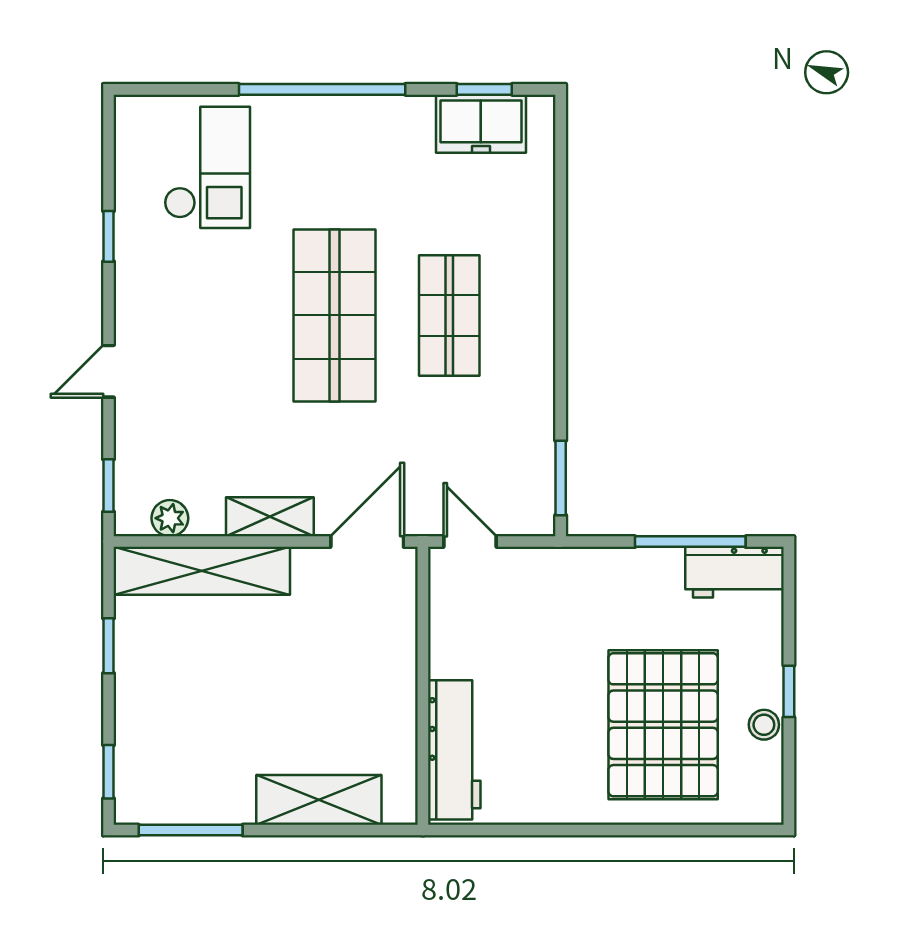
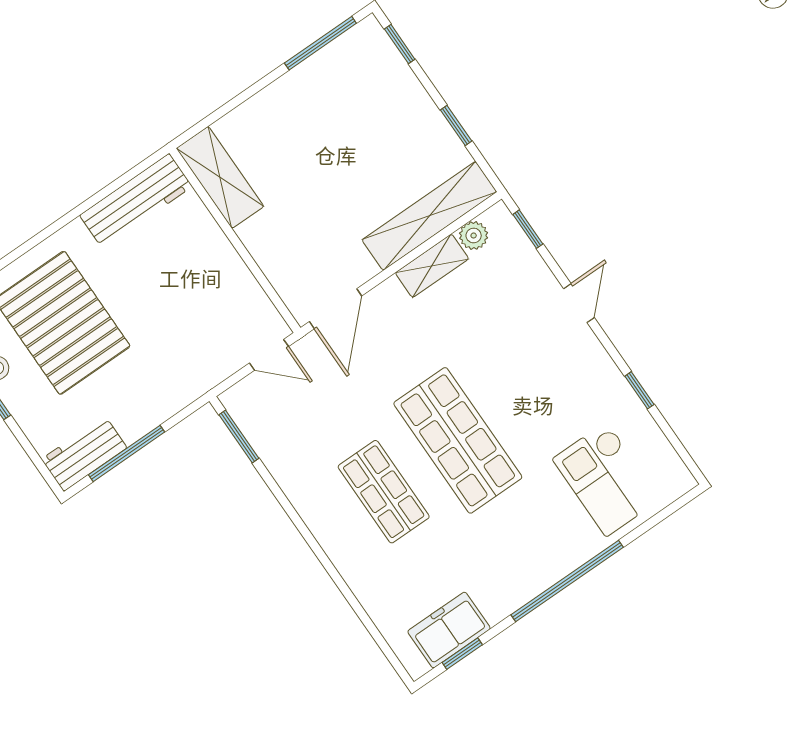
shelving: (270, 517) -> (432, 266), moved
workbench: (454, 750) -> (136, 201), moved, turned -90
shelving: (319, 800) -> (220, 177), moved, turned 90

